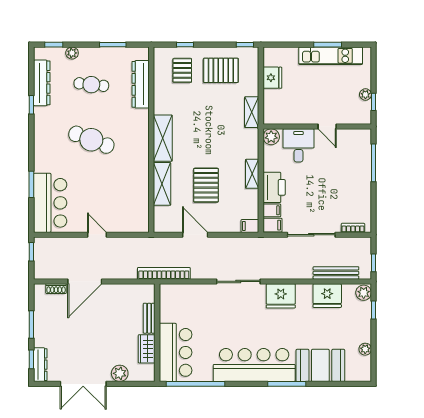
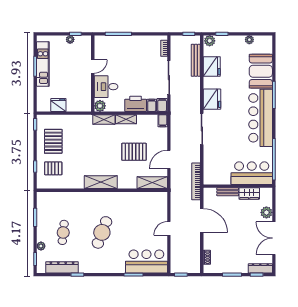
dresser: (141, 84) -> (63, 198), removed
shelving: (252, 112) -> (104, 120), moved
shelving: (162, 184) -> (152, 183), moved
door: (85, 281) -> (202, 221), moved
double door: (83, 384) -> (274, 238), swing flipped

